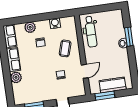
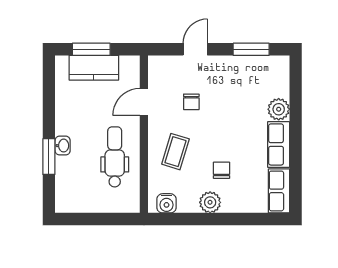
water cooler: (55, 23) -> (166, 203), moved
plant: (30, 27) -> (210, 202), moved
dental chair: (91, 32) -> (115, 157), moved
window: (105, 96) -> (91, 49), moved

